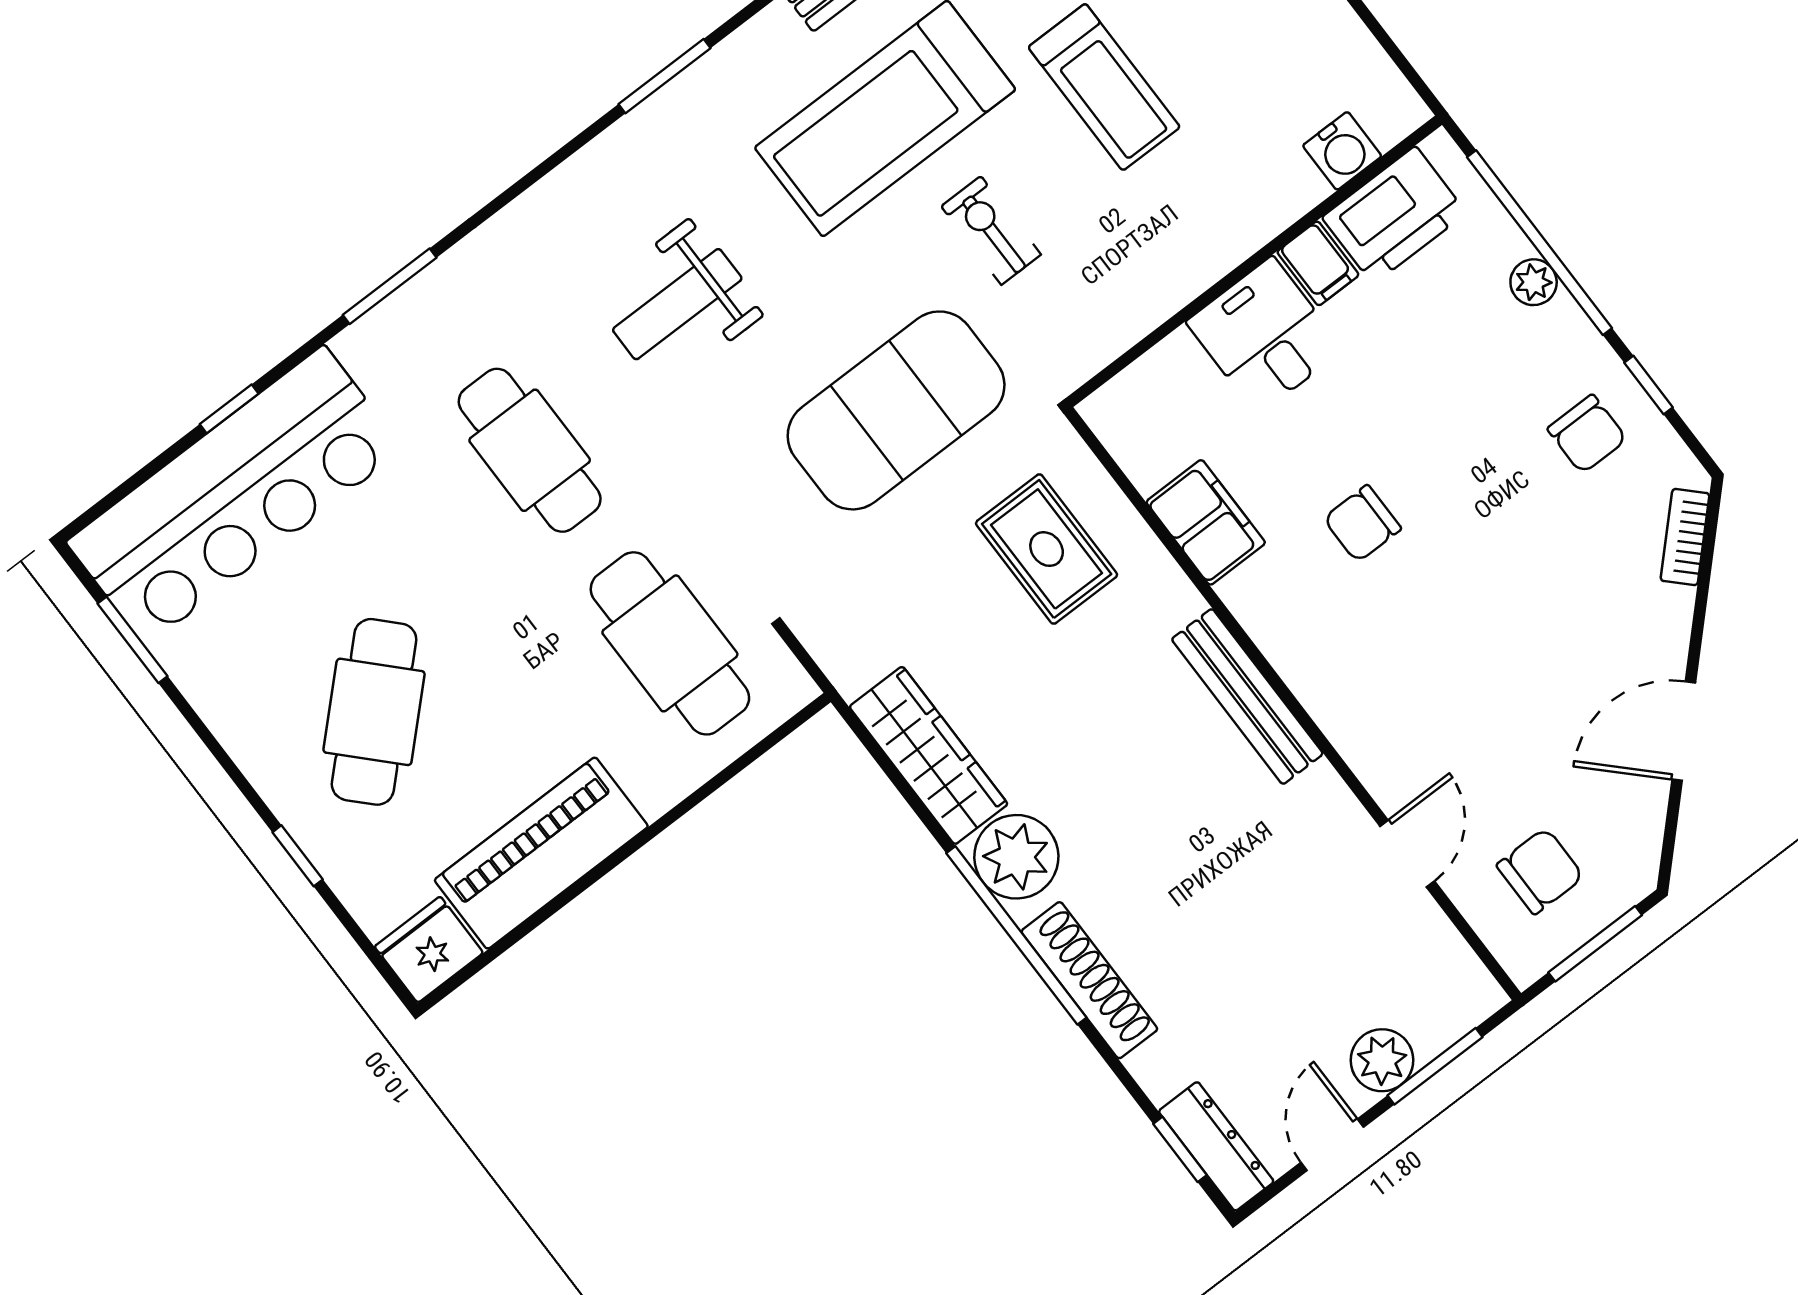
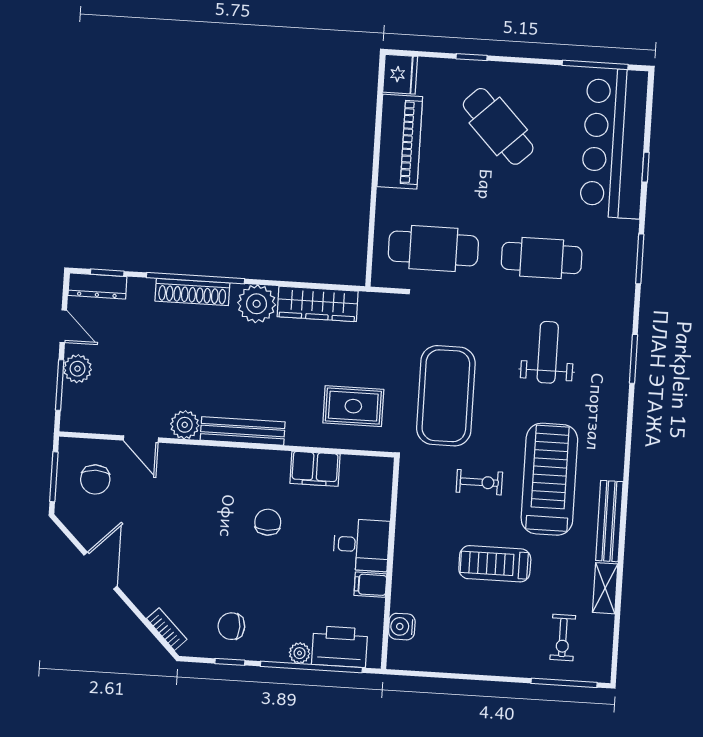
window: (664, 76) -> (633, 359), moved
printer: (1394, 215) -> (340, 647), moved, turned 90
window: (132, 640) -> (595, 65), width x1.44
plant: (1321, 802) -> (185, 425), added
window: (1016, 935) -> (196, 278), moved

